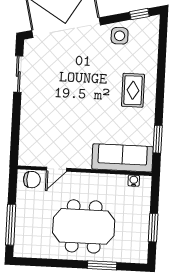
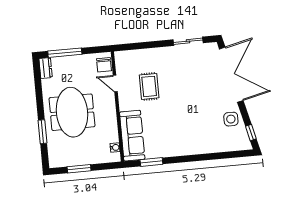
rug: (133, 90) -> (149, 86), moved, turned 90
dresser: (26, 251) -> (46, 68), added

